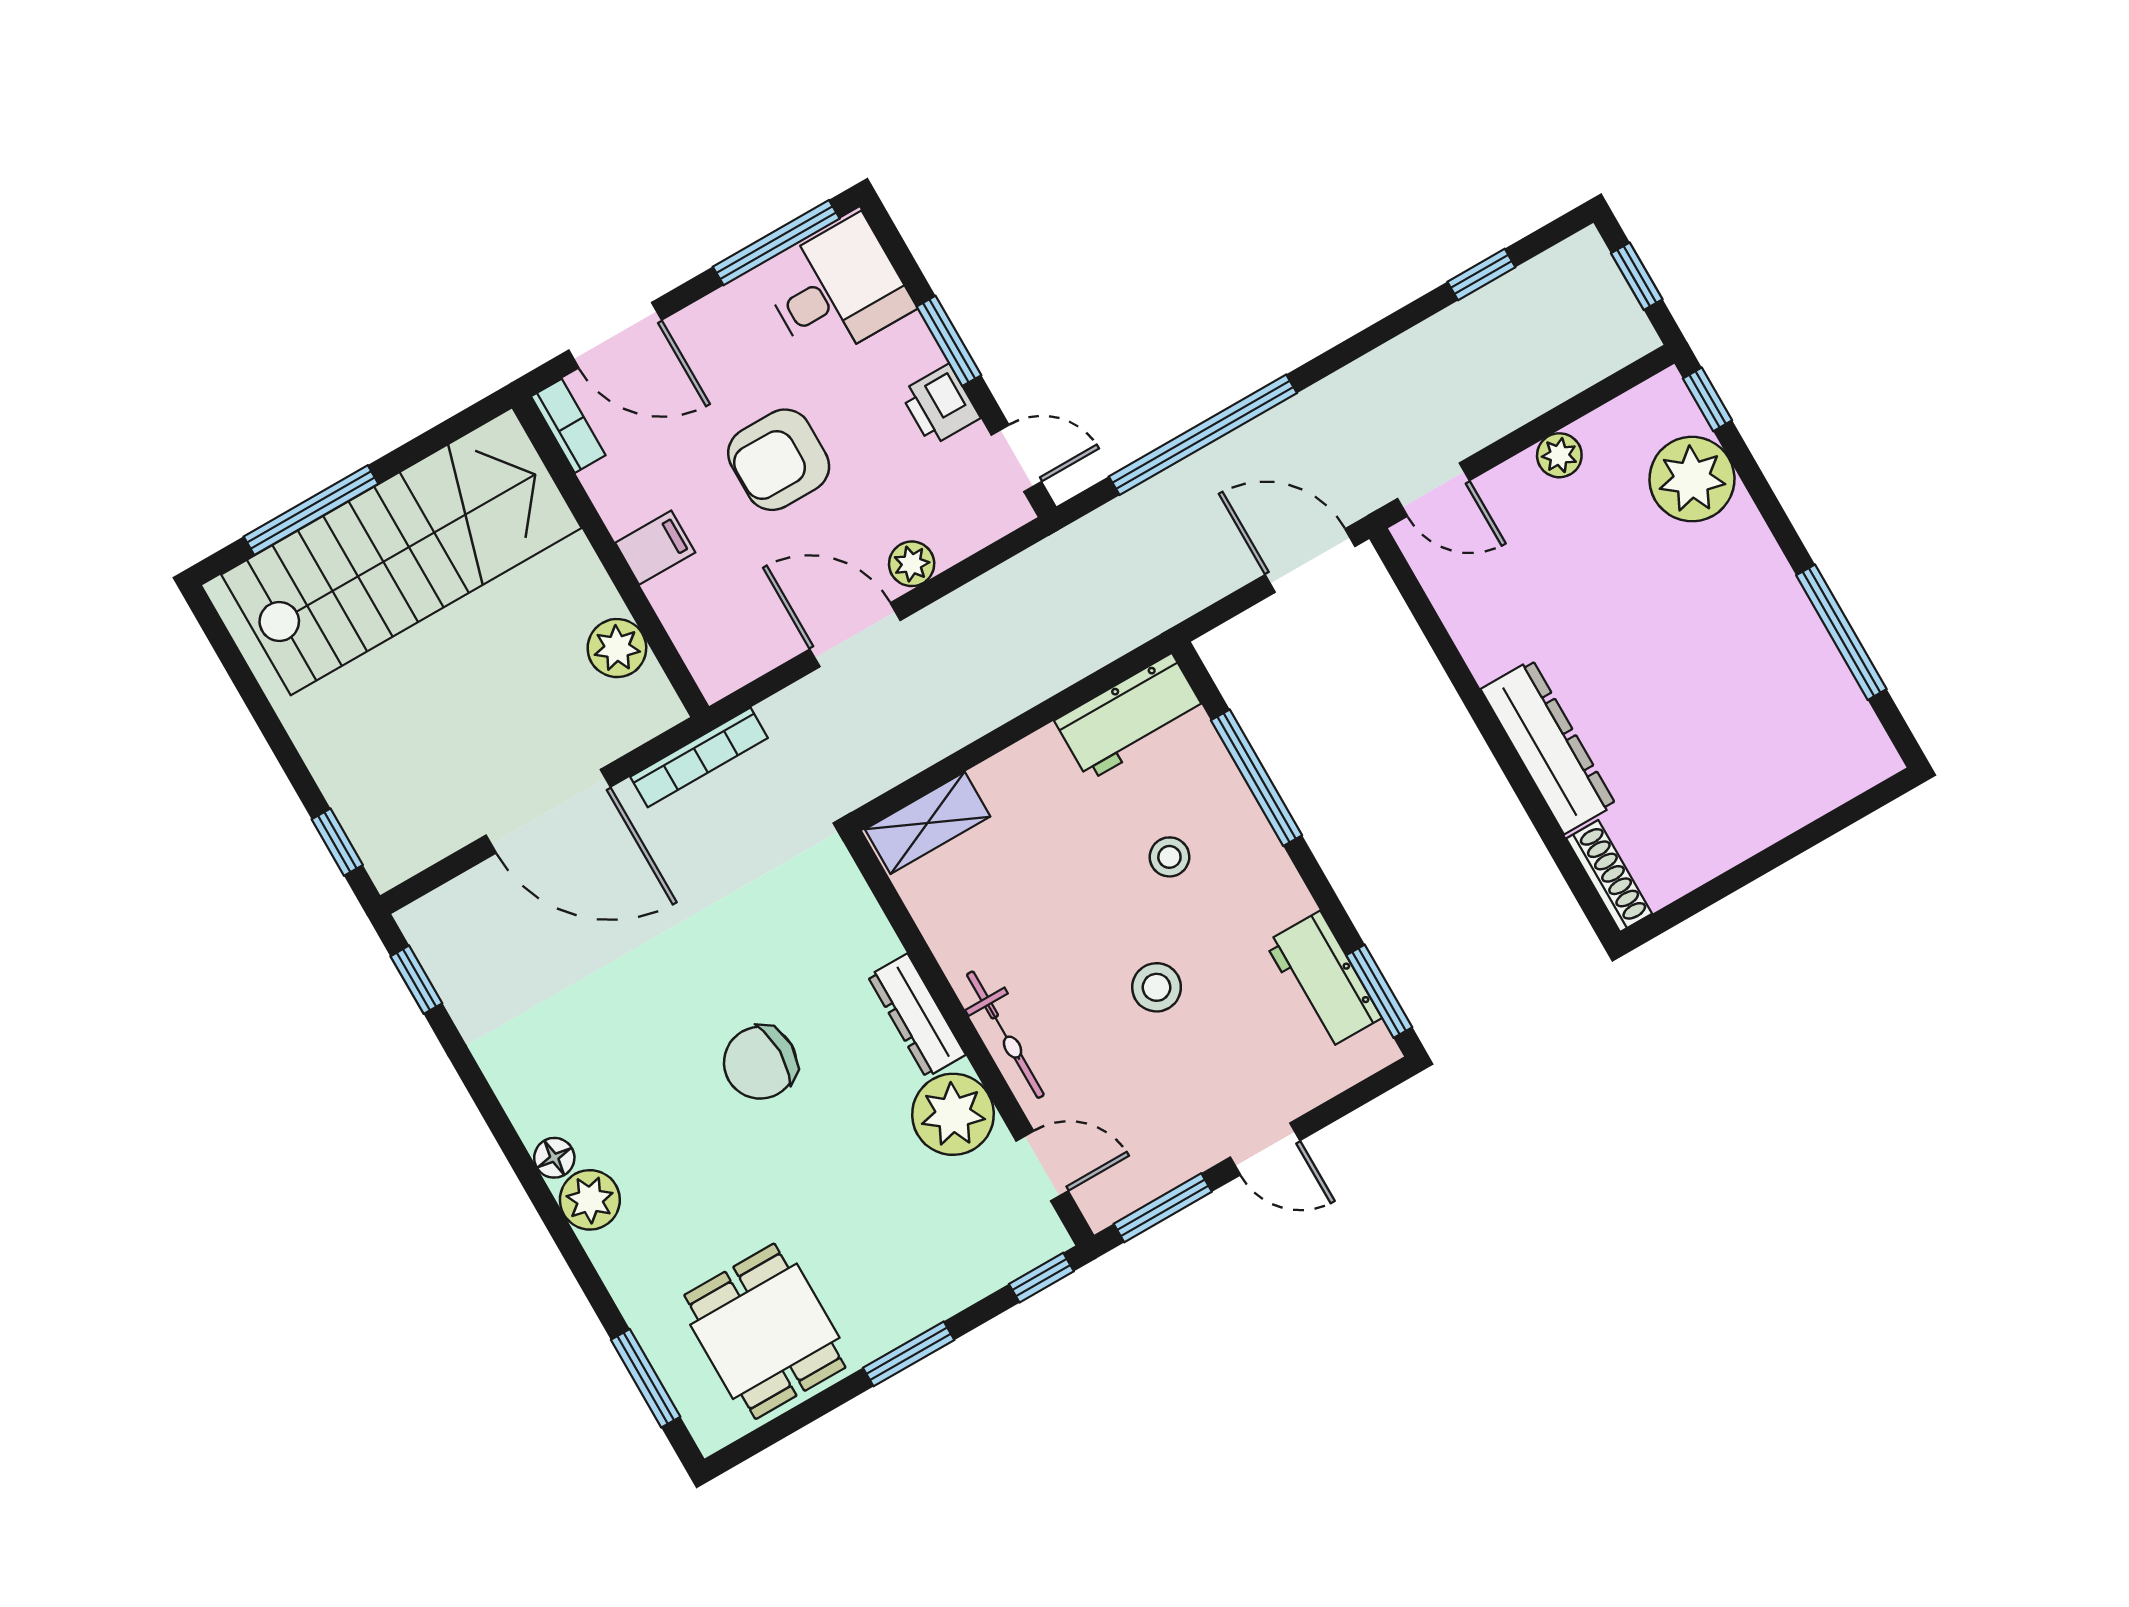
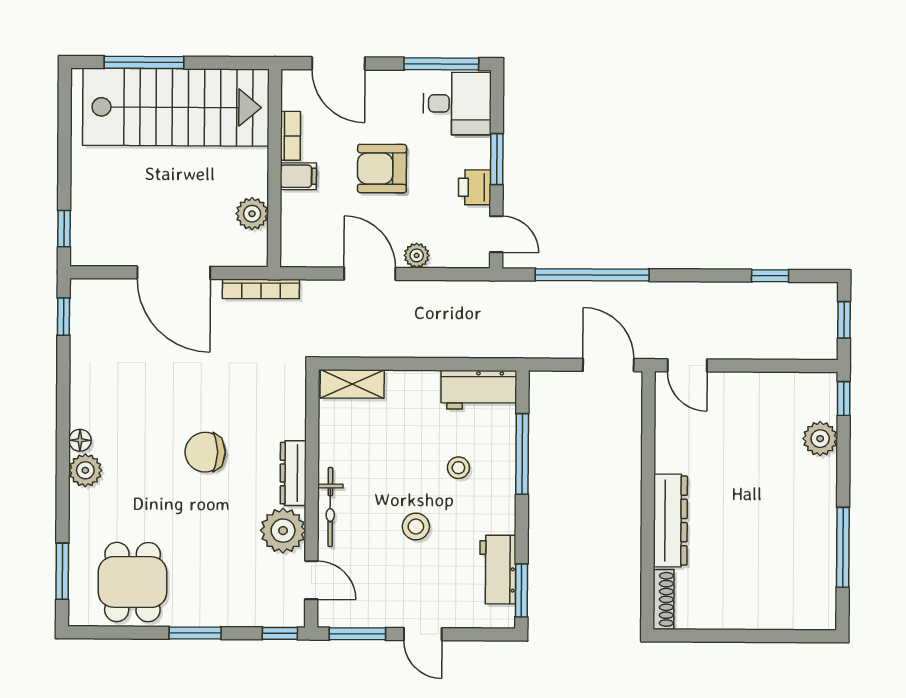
bookcase: (568, 426) -> (290, 136), moved
plant: (1559, 455) -> (757, 384), removed
plant: (1692, 479) -> (820, 439), width x0.73, depth x0.73

